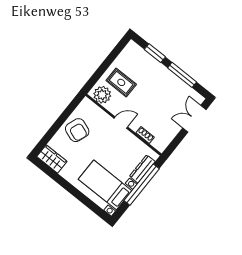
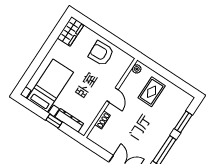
plant: (102, 95) -> (137, 69), width x0.53, depth x0.53
armchair: (77, 130) -> (101, 53), turned 67
window: (142, 185) -> (54, 121), width x0.32

